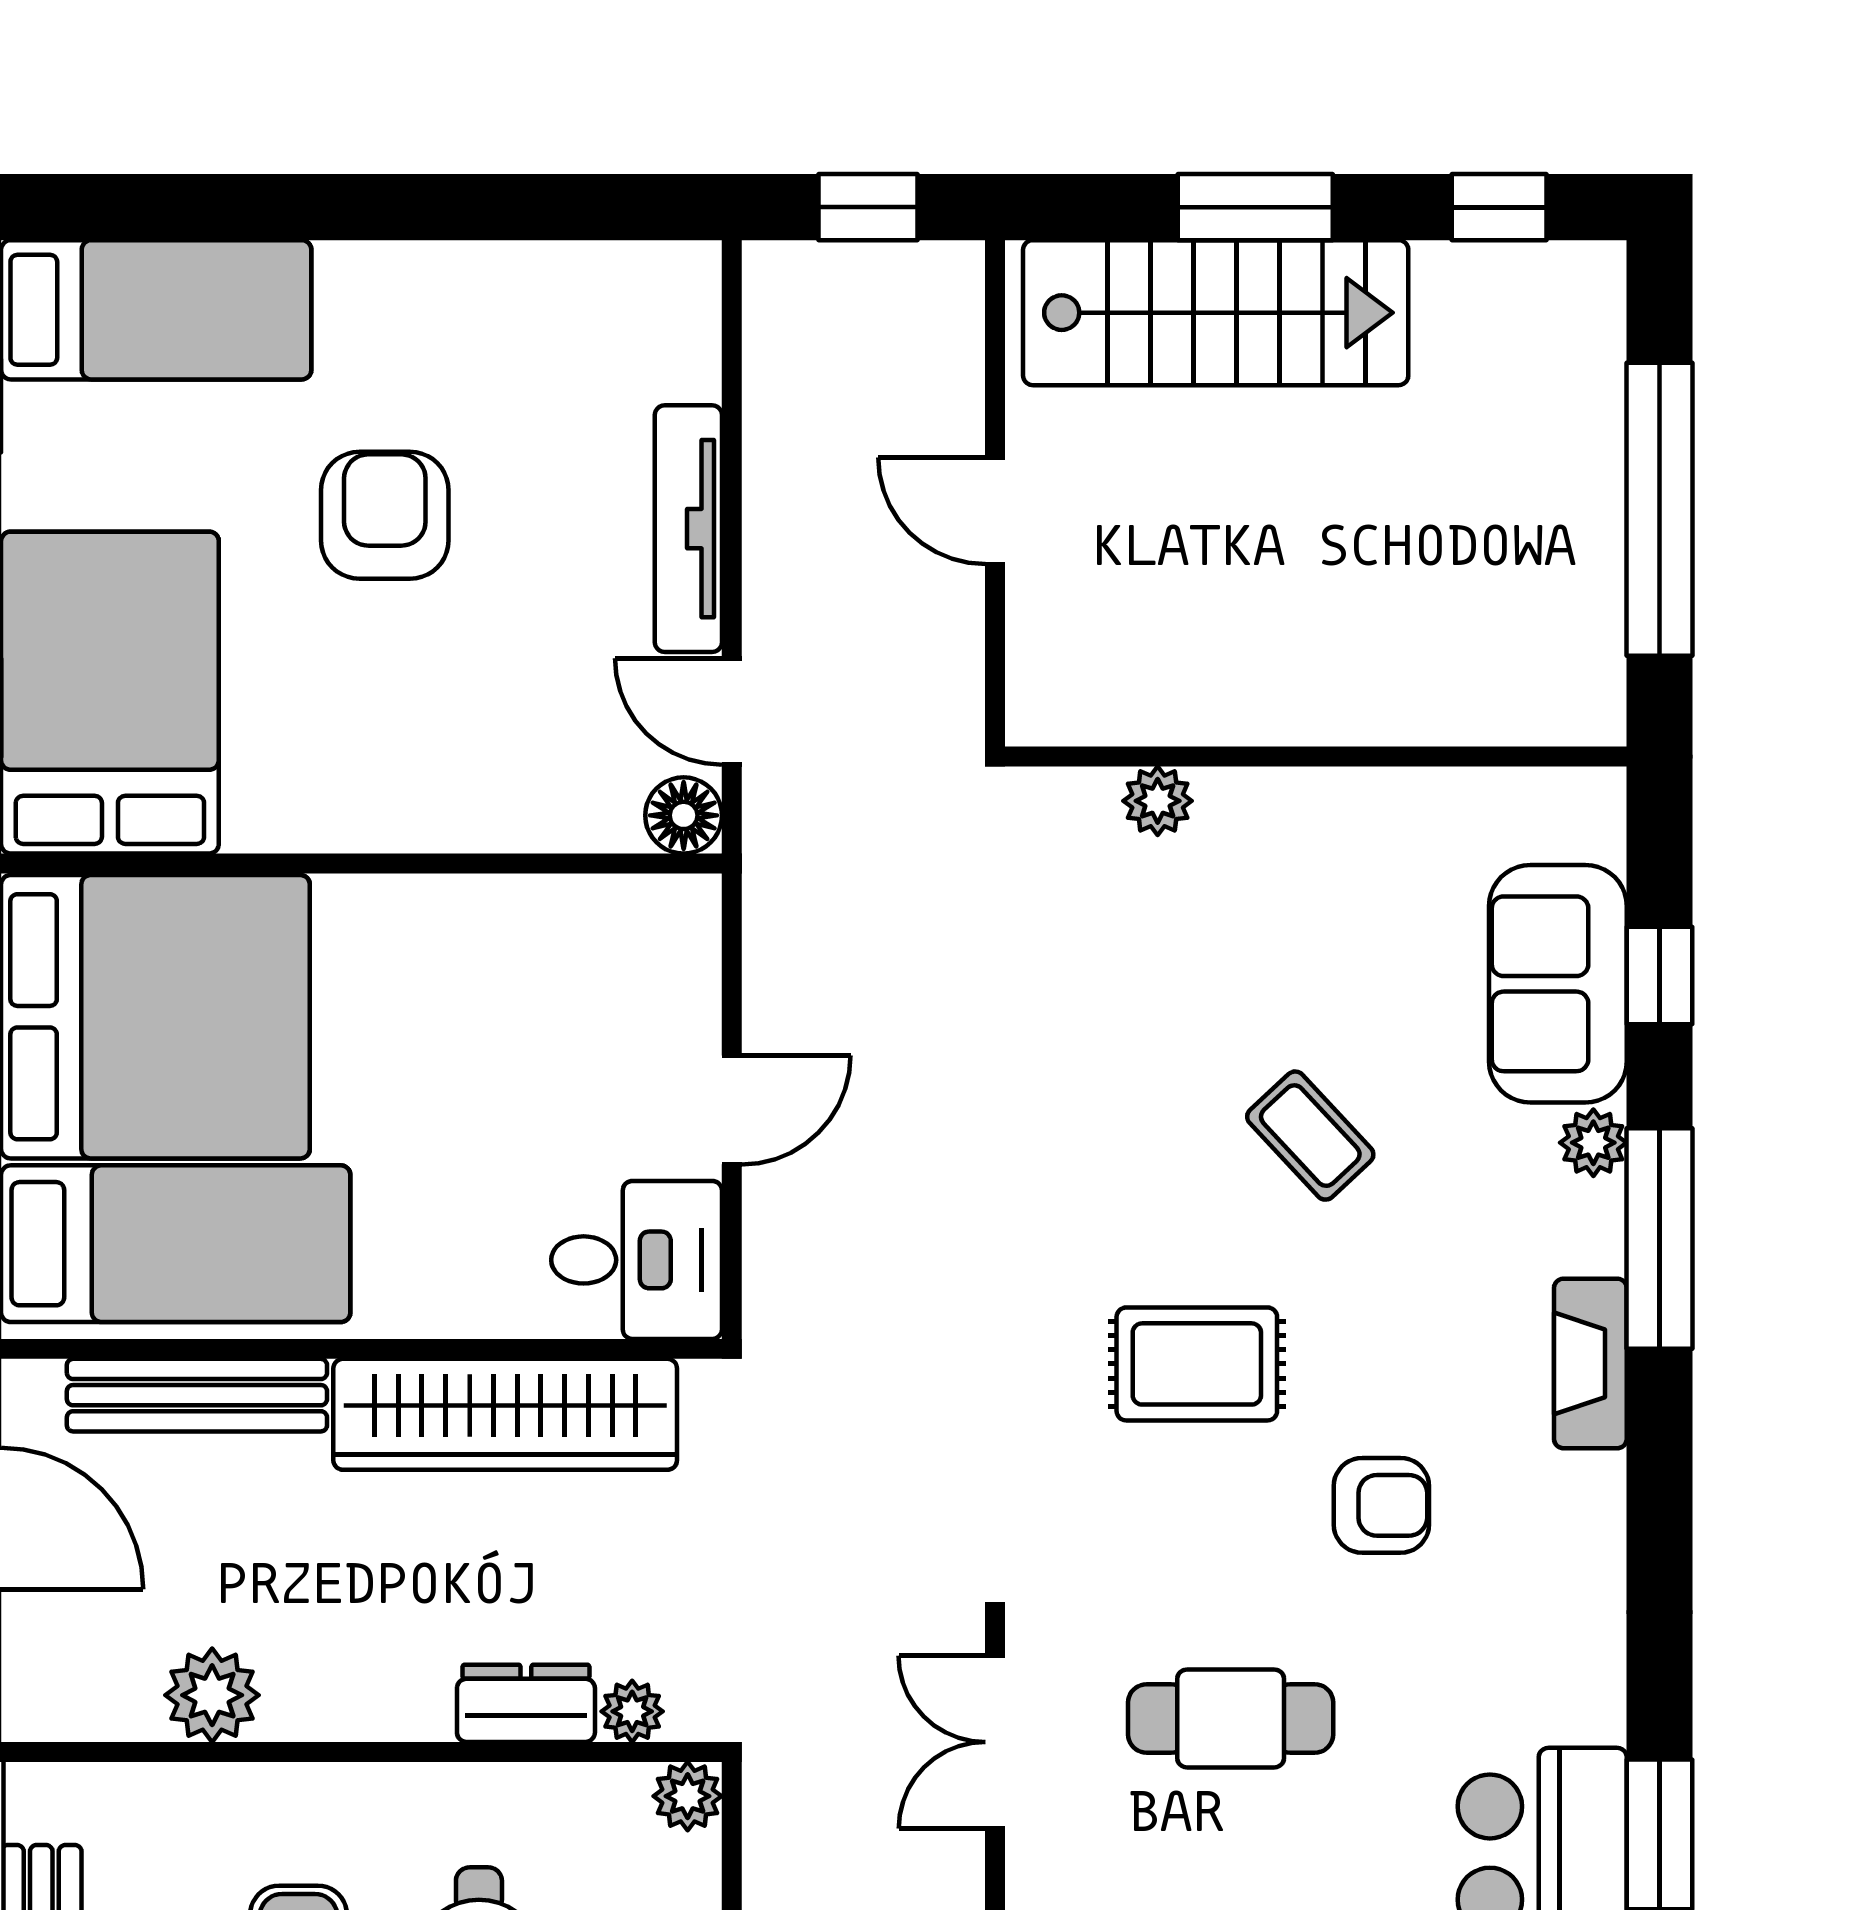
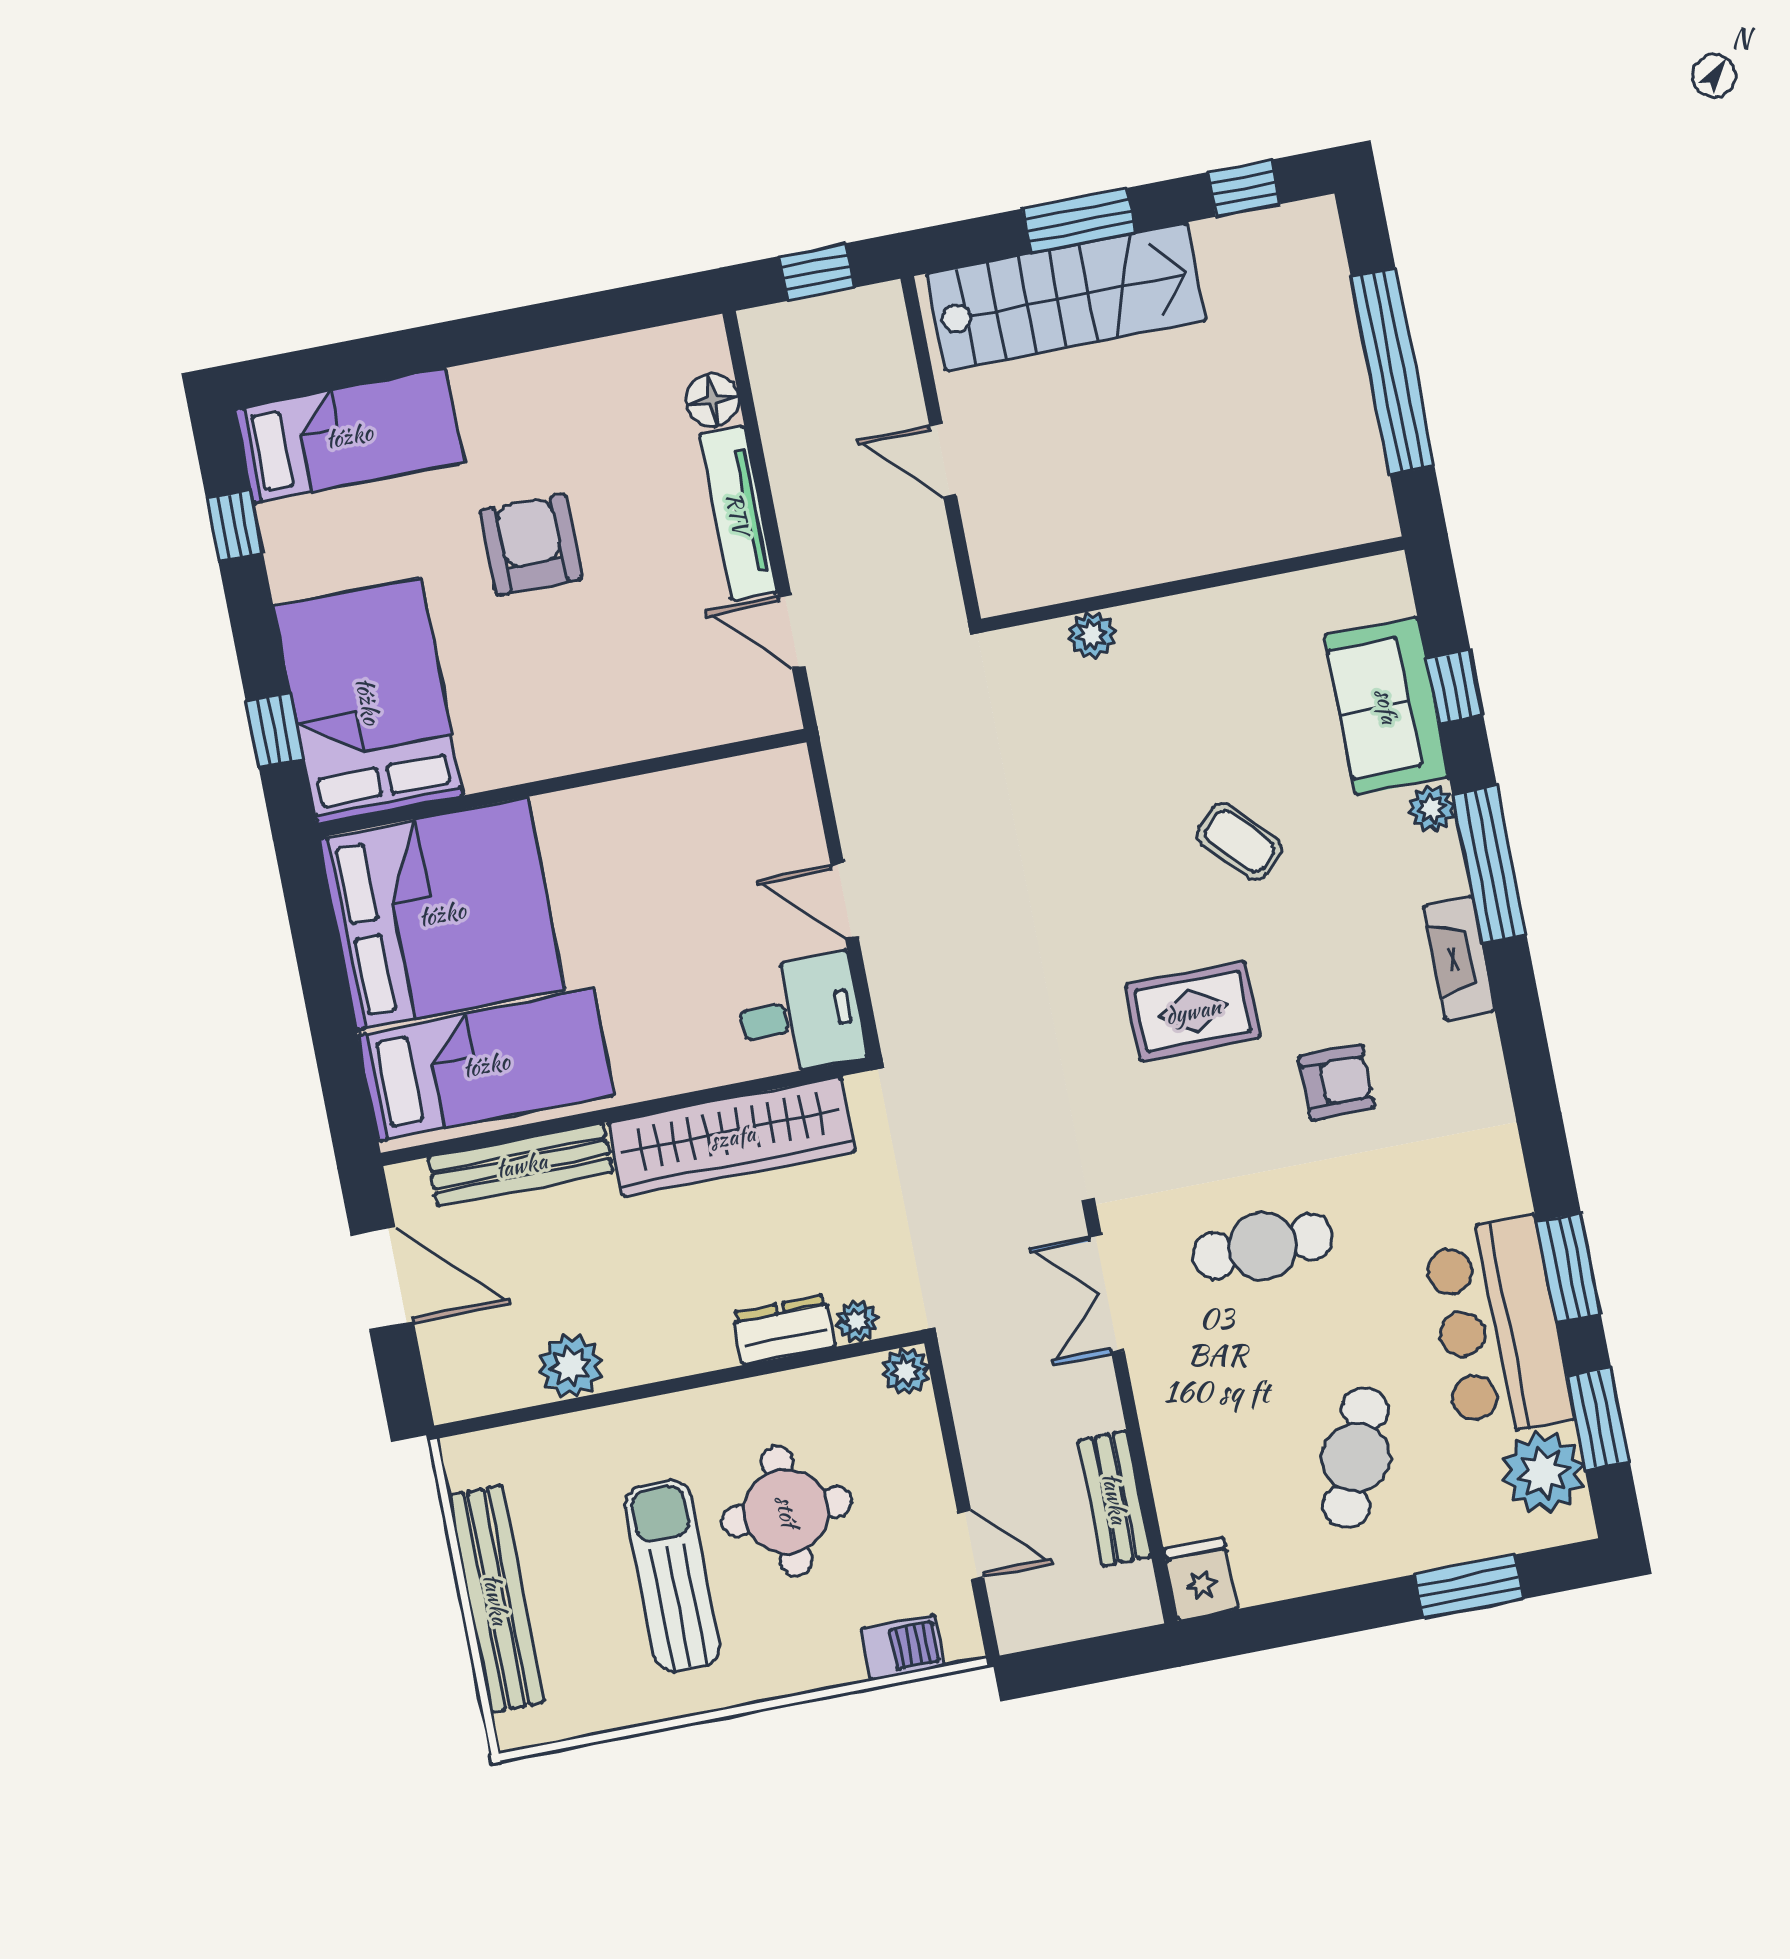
floor lamp: (684, 815) -> (712, 400), moved
door: (732, 1110) -> (844, 901), swing flipped

